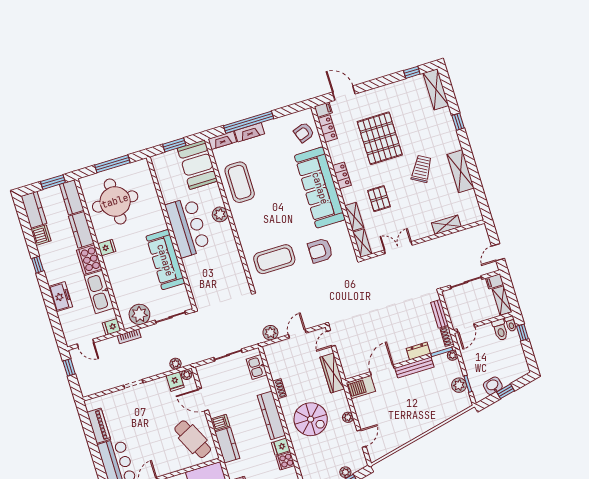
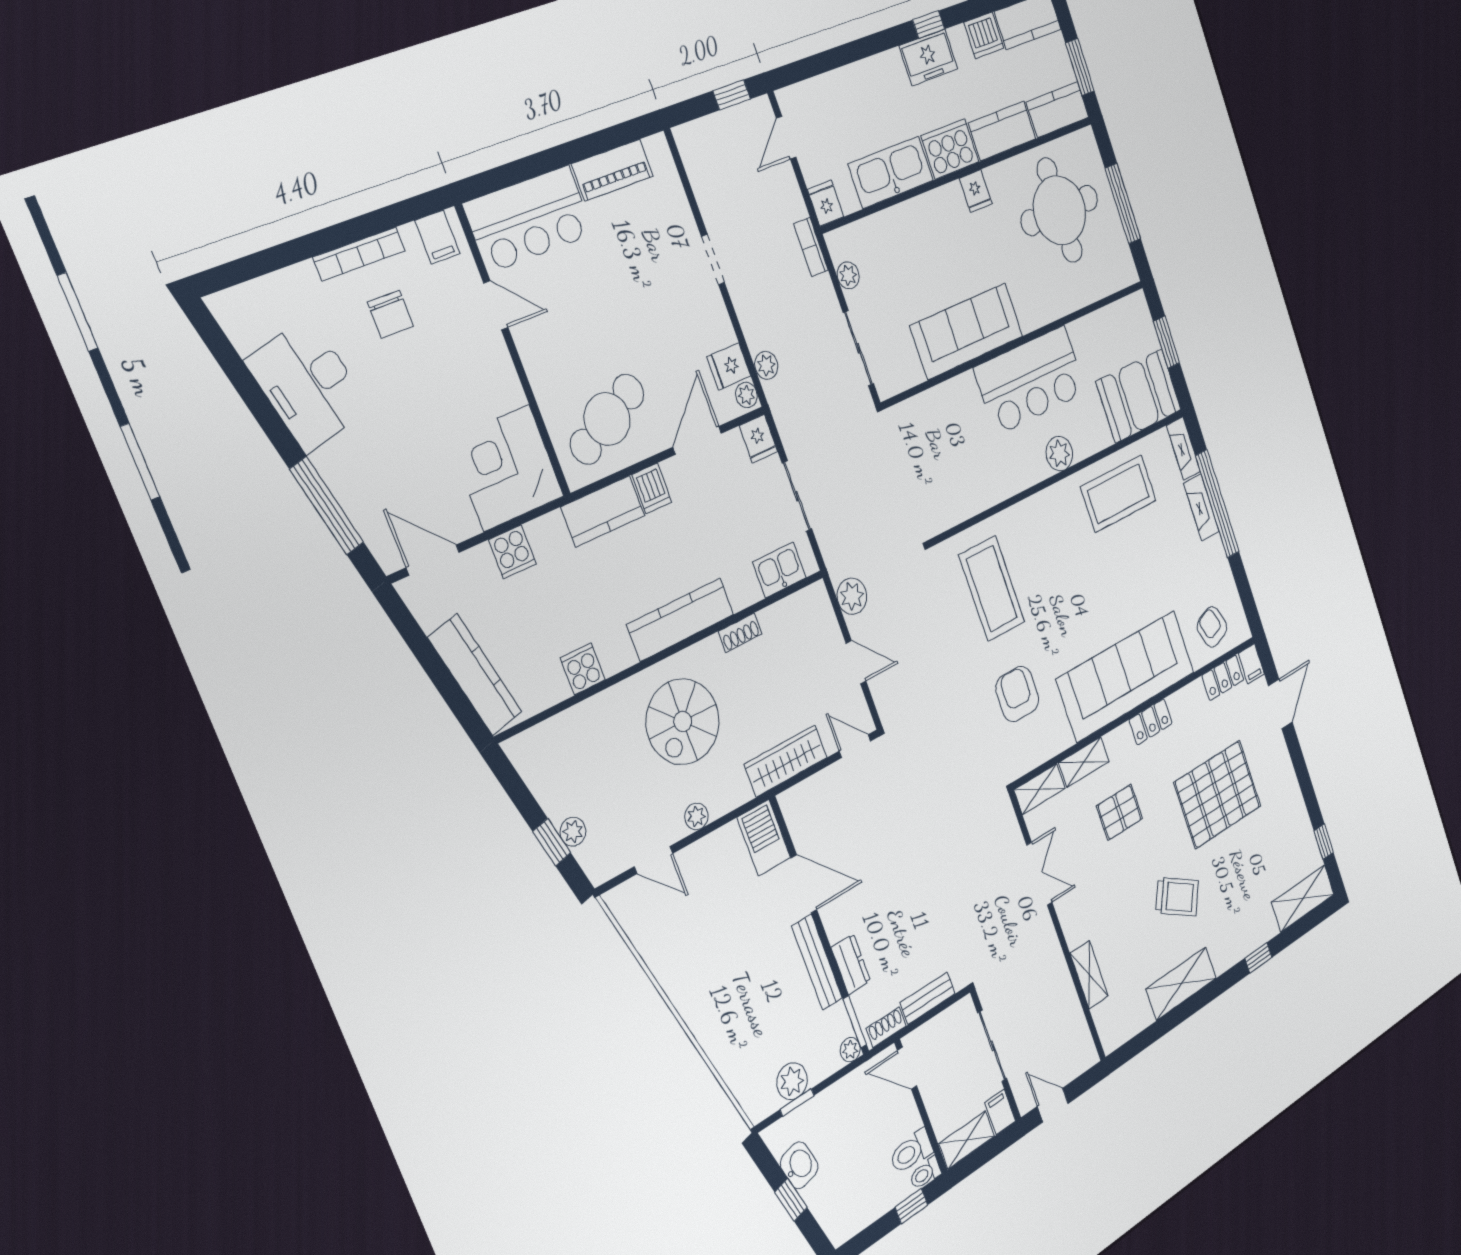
freezer: (61, 297) -> (928, 57), moved
plant: (139, 314) -> (848, 275), width x0.53, depth x0.53
fridge: (281, 447) -> (758, 439), moved, turned 180

